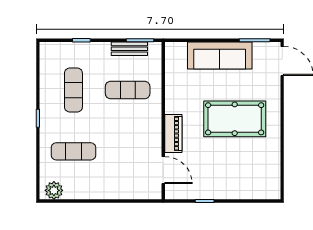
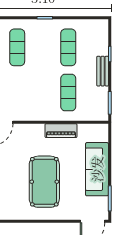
bench: (129, 49) -> (103, 71), moved
exercise mat: (73, 90) -> (68, 47), turned 90
piano: (173, 134) -> (61, 131), moved

